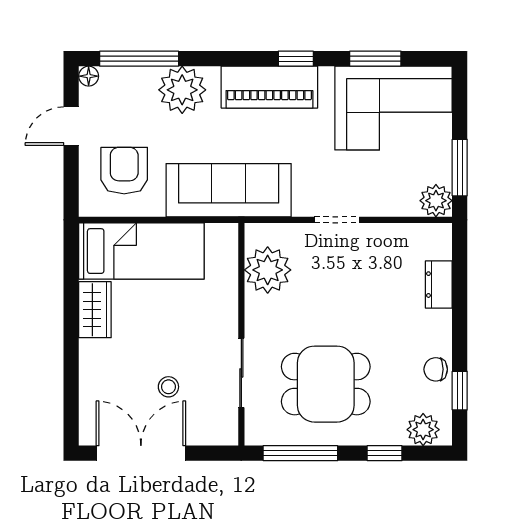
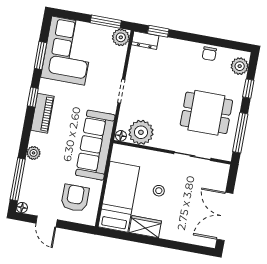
piano: (269, 87) -> (43, 113), width x0.73, depth x0.75
plant: (182, 90) -> (34, 153), width x0.53, depth x0.53
armchair: (124, 171) -> (75, 198), turned 90
floor lamp: (254, 234) -> (121, 136), added
dresser: (439, 285) -> (145, 40), moved
dining table: (326, 384) -> (206, 113), turned 90
stool: (168, 387) -> (159, 191), moved
window: (460, 391) -> (158, 31), moved

